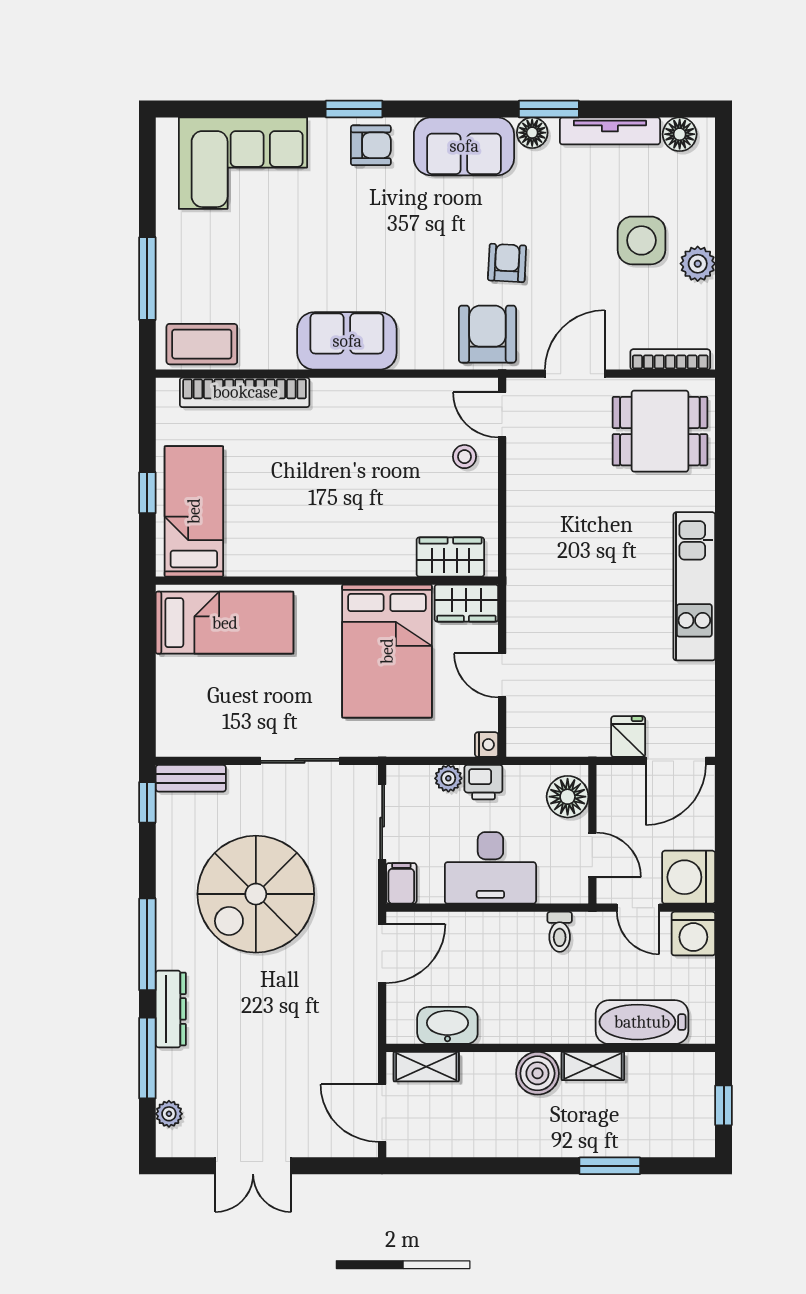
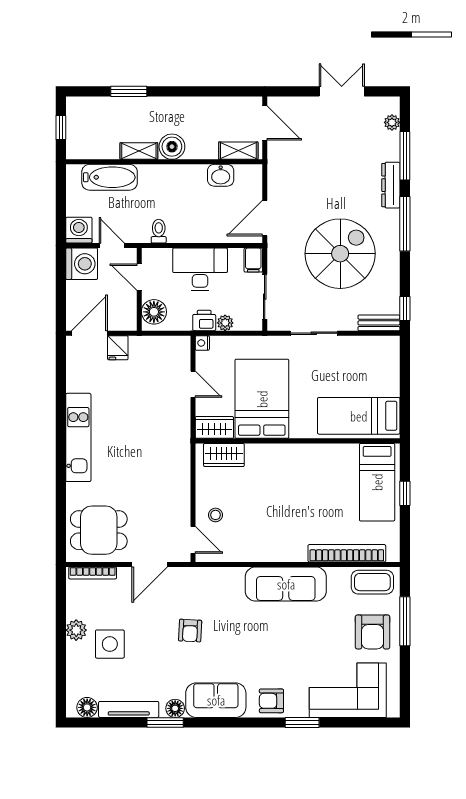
window: (354, 109) -> (302, 723), moved
armchair: (487, 334) -> (373, 632), moved
sofa: (347, 341) -> (286, 584), width x1.36
washbasin: (447, 1025) -> (221, 175), width x0.72

